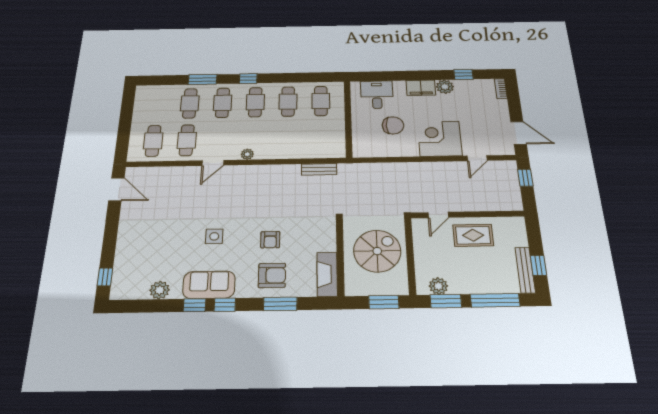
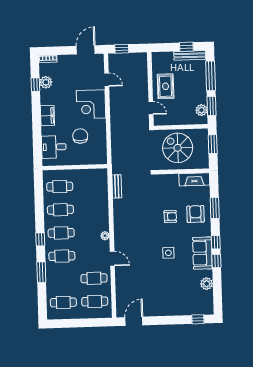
plant: (445, 87) -> (46, 82), moved
cafe table: (190, 103) -> (63, 302), moved

